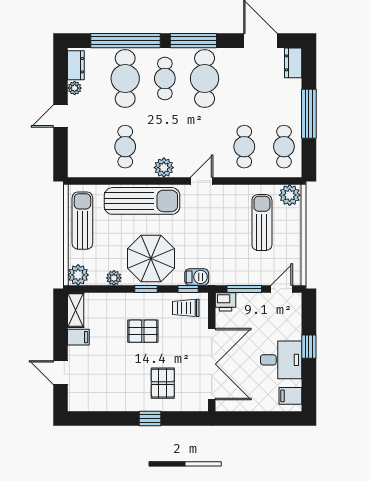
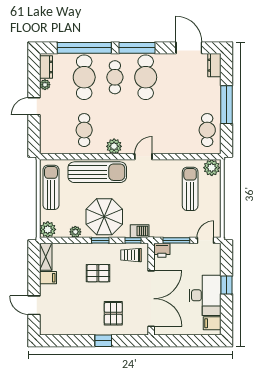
cafe table: (244, 147) -> (176, 130), removed
desk: (281, 360) -> (205, 295), width x1.37

